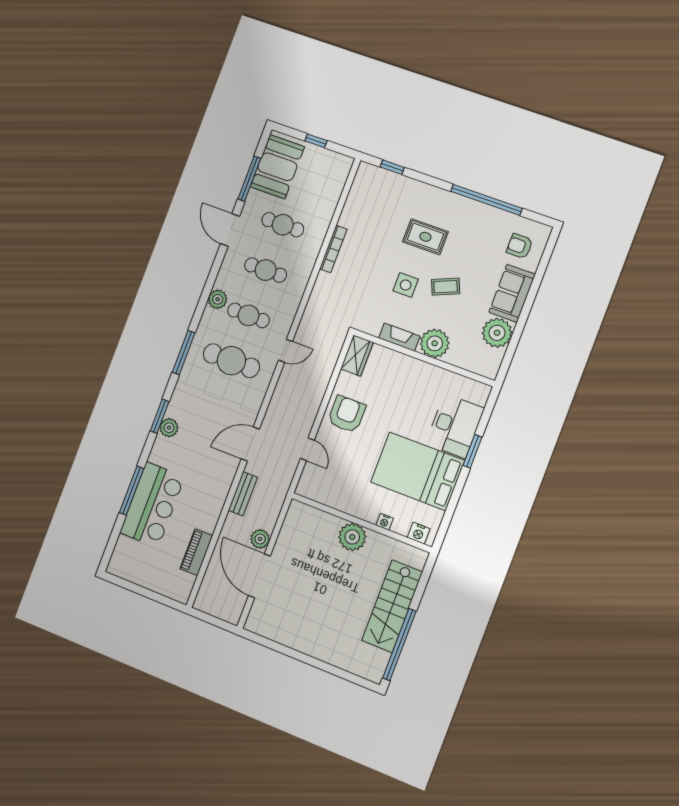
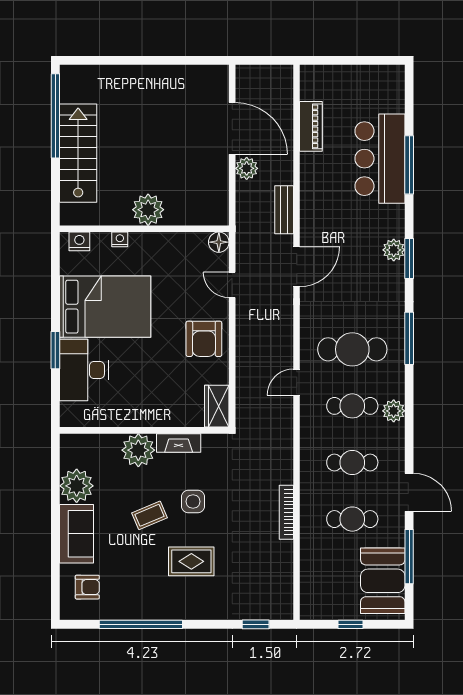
floor lamp: (305, 488) -> (219, 242), added

